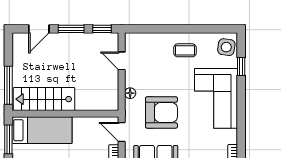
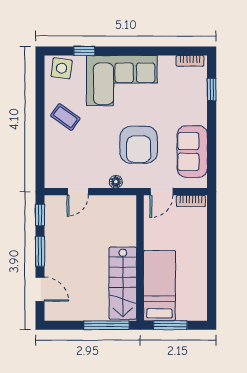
coffee table: (185, 50) -> (65, 117), turned -54
armchair: (161, 112) -> (139, 145), turned 180

